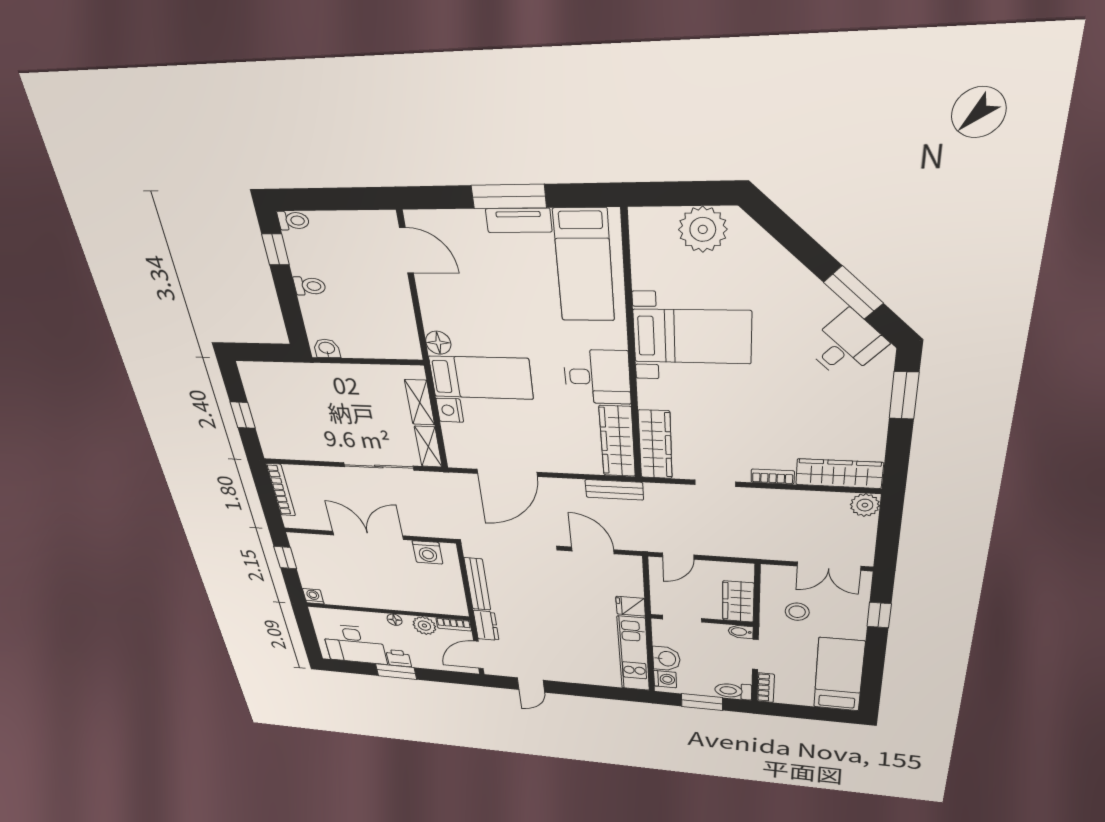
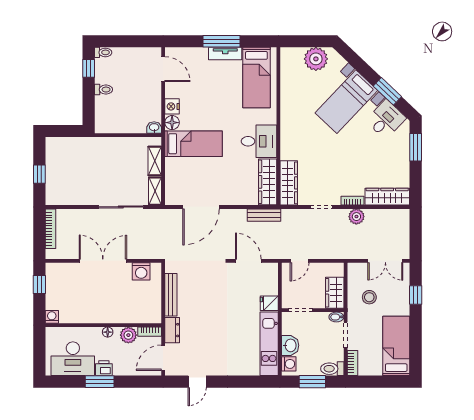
bed with nightstands: (692, 337) -> (346, 102), moved, turned 134
washbasin: (327, 348) -> (154, 128), moved
nightstand: (450, 410) -> (172, 106), moved
plant: (865, 505) -> (356, 217), moved

